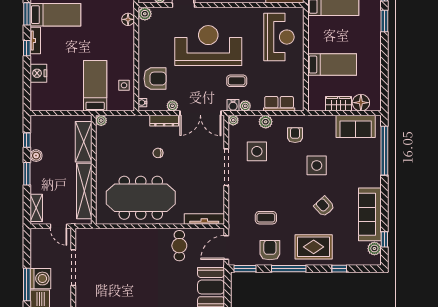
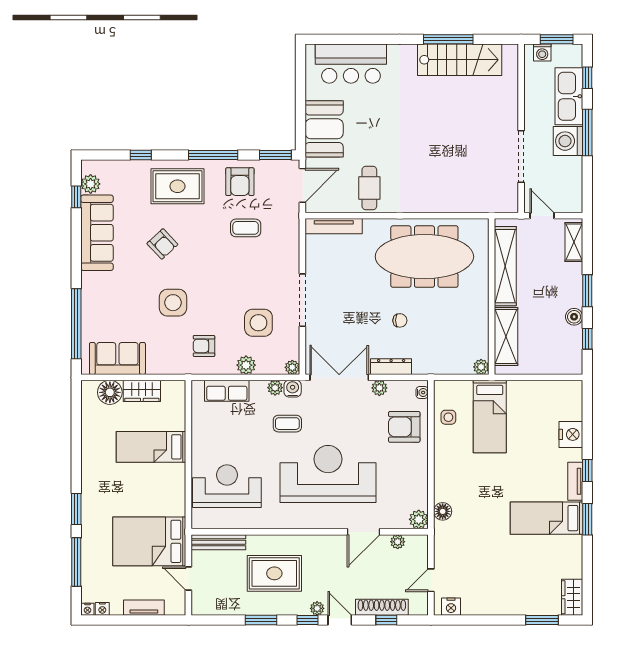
reception desk: (279, 37) -> (227, 486), turned 90
reception desk: (208, 46) -> (328, 474), turned 180
armchair: (295, 135) -> (204, 346), turned 90

